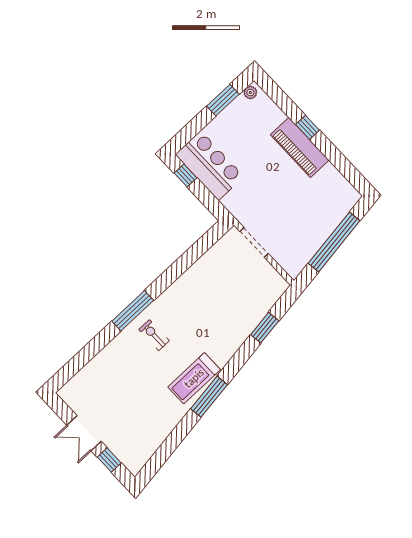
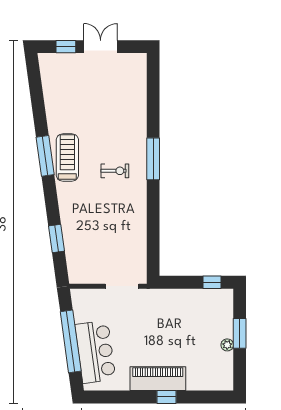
plant: (250, 92) -> (227, 345), moved
window: (223, 100) -> (240, 333), moved
bar counter: (210, 166) -> (95, 352), moved, turned -98
exercise bike: (154, 335) -> (115, 171), moved

